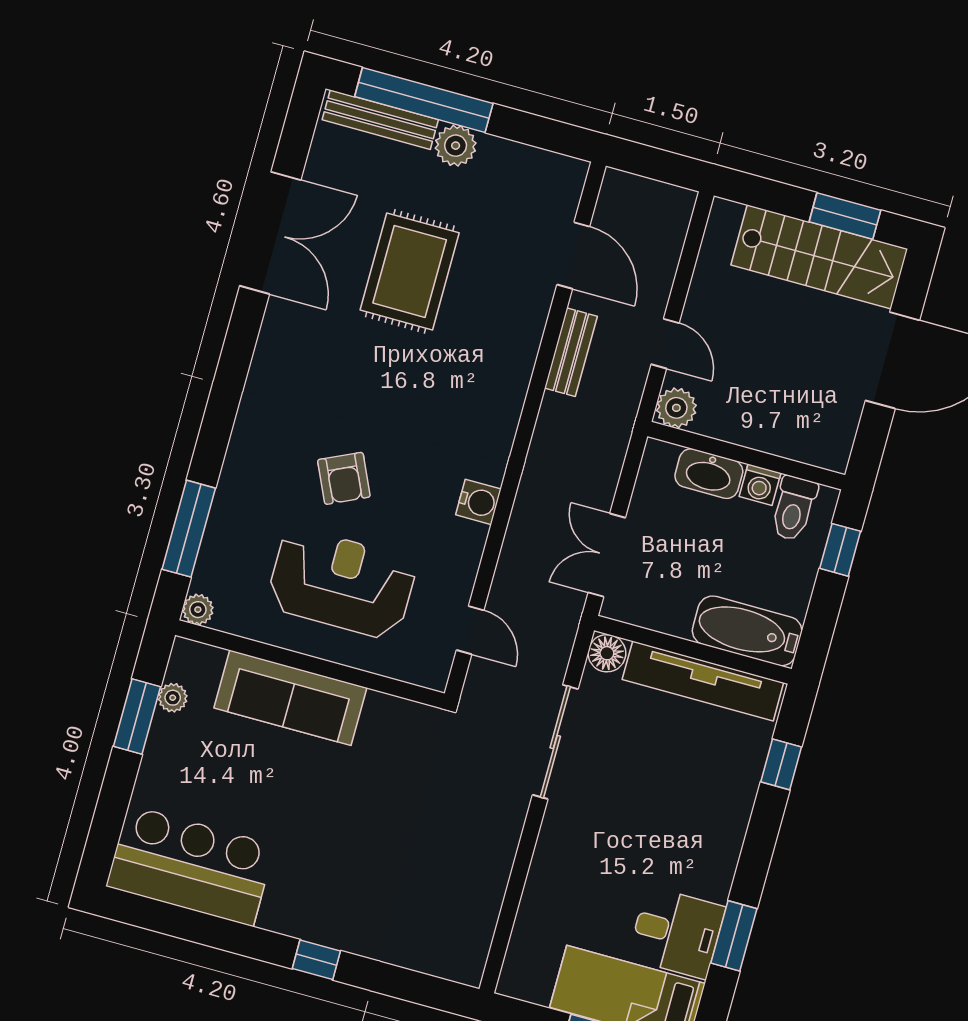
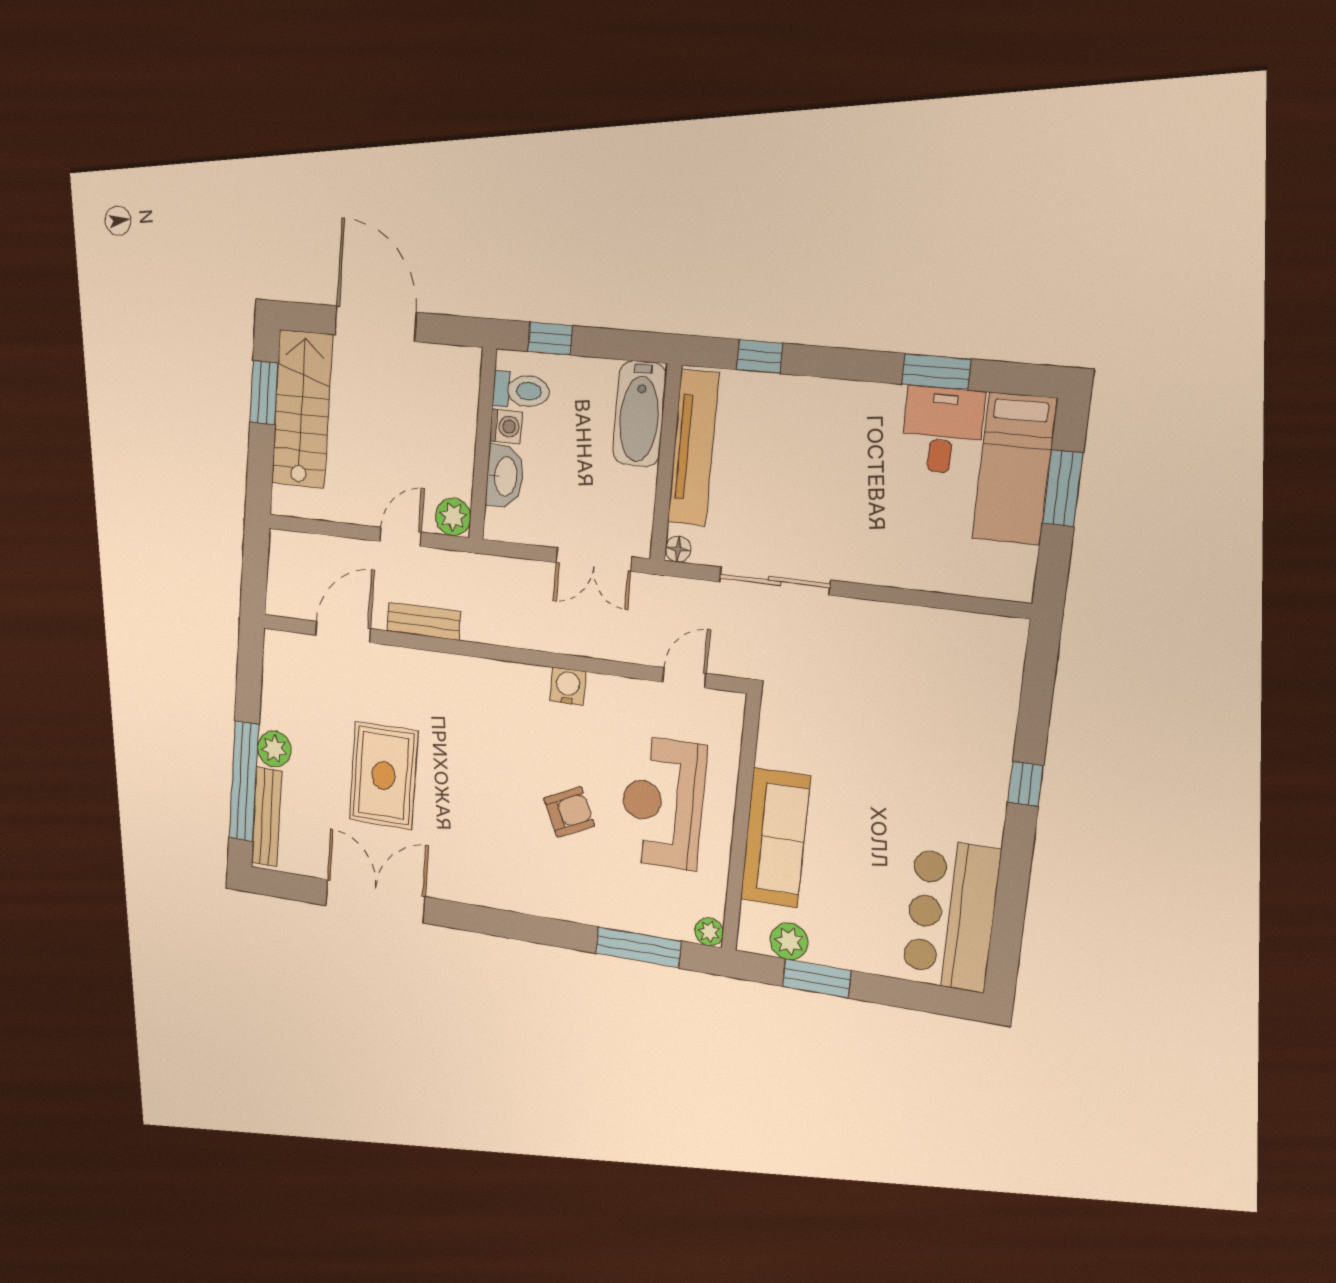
rug: (410, 271) -> (383, 775), turned 90
floor lamp: (607, 653) -> (678, 549), width x0.73, depth x0.73
plant: (173, 698) -> (789, 941), width x1.38, depth x1.38

